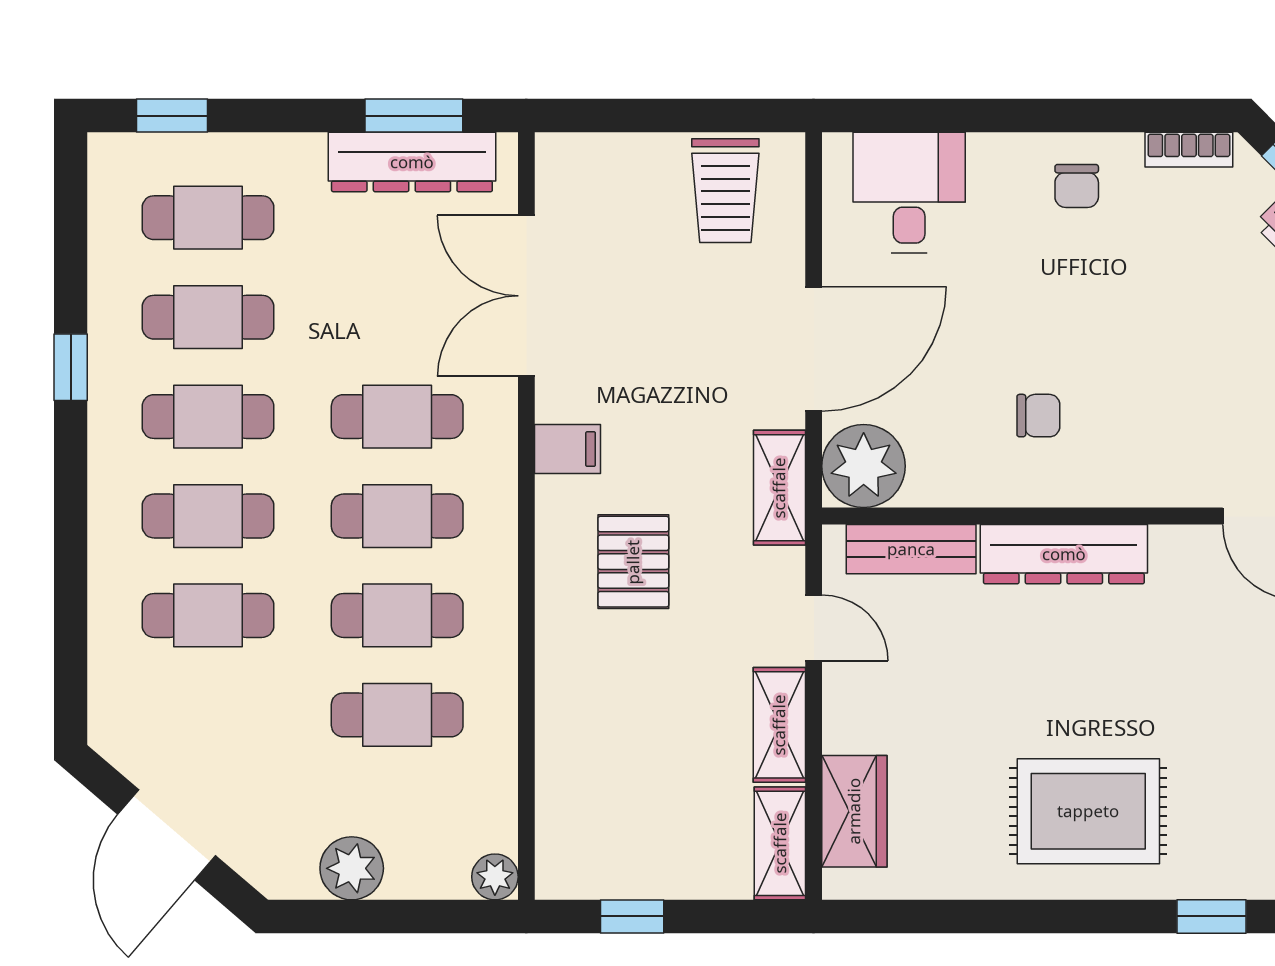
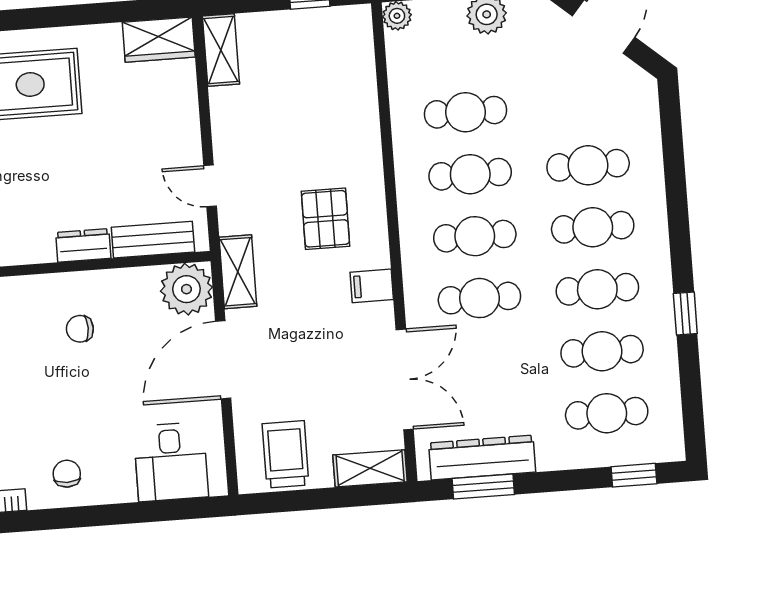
dresser: (1064, 554) -> (83, 245), width x0.51, depth x0.80
shelving: (779, 725) -> (370, 468), moved, turned 90
wardrobe: (854, 811) -> (159, 40), moved, turned -90

